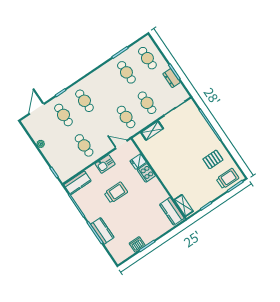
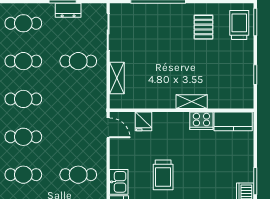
cafe table: (126, 117) -> (23, 99), moved
door: (121, 144) -> (108, 128), swing flipped
kitchen sink: (105, 164) -> (119, 182), moved
cooker: (146, 173) -> (201, 121), moved
trolley: (116, 193) -> (163, 175), turned 180
shelving: (184, 205) -> (192, 102), moved

